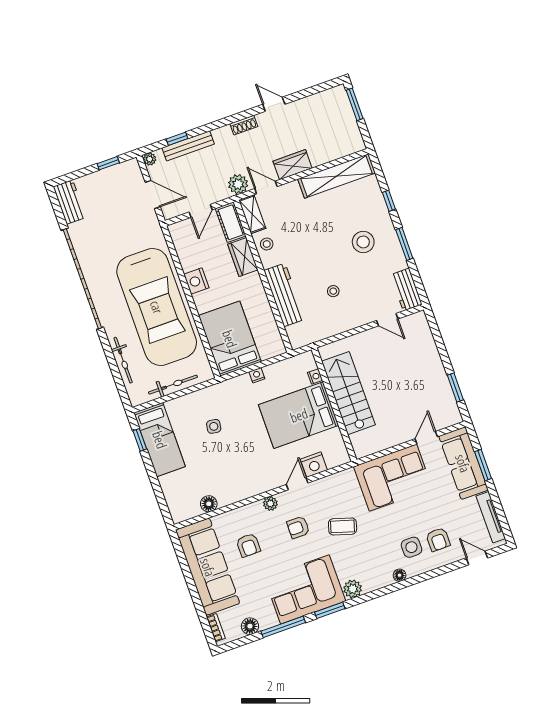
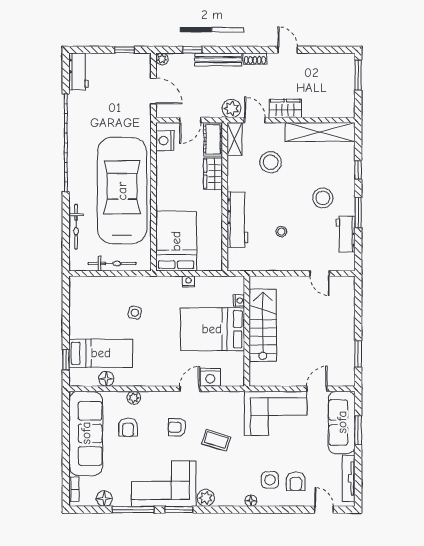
bench: (188, 146) -> (218, 60), moved
stool: (267, 244) -> (271, 162), moved, width x1.89, depth x1.89
nightstand: (196, 281) -> (165, 141), moved
workbench: (406, 290) -> (346, 234), moved
car: (157, 307) -> (122, 191), turned 180
window: (140, 440) -> (66, 360), moved
bed: (160, 440) -> (101, 353), moved, turned -90
plant: (270, 504) -> (134, 398), moved

